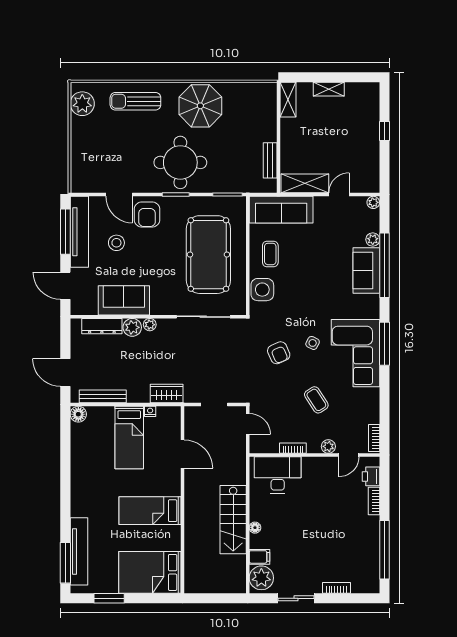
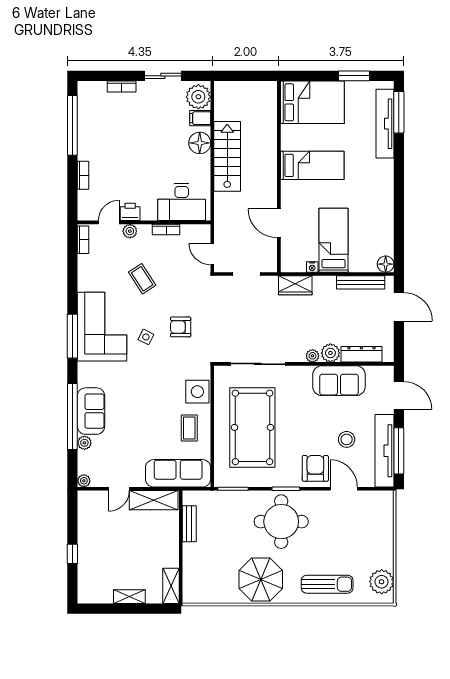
armchair: (279, 353) -> (181, 327), turned -66
printer: (371, 476) -> (130, 212), moved, turned -90
floor lamp: (255, 528) -> (200, 143), width x1.89, depth x1.89

